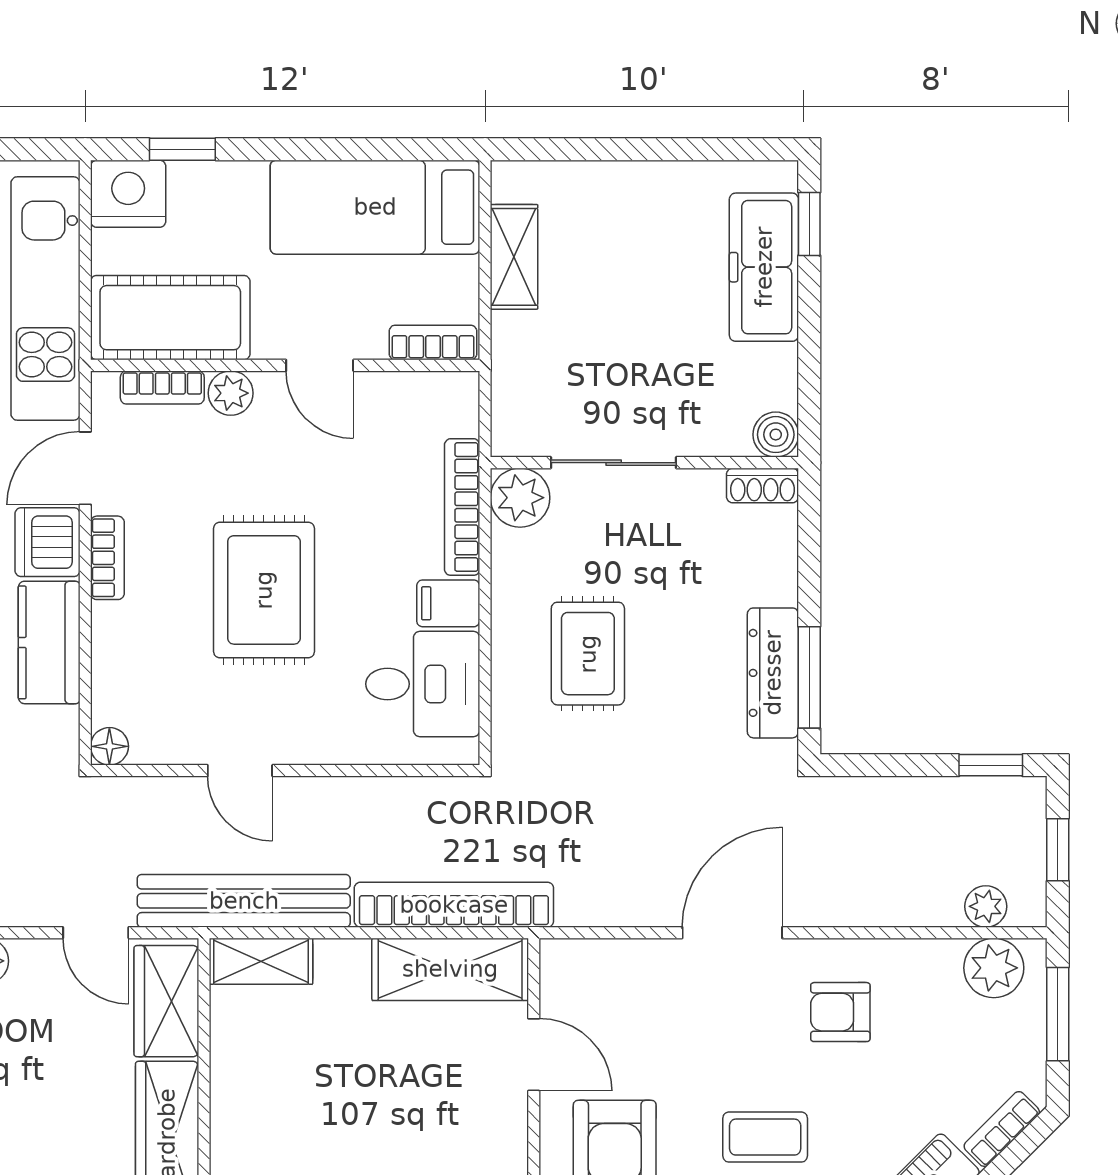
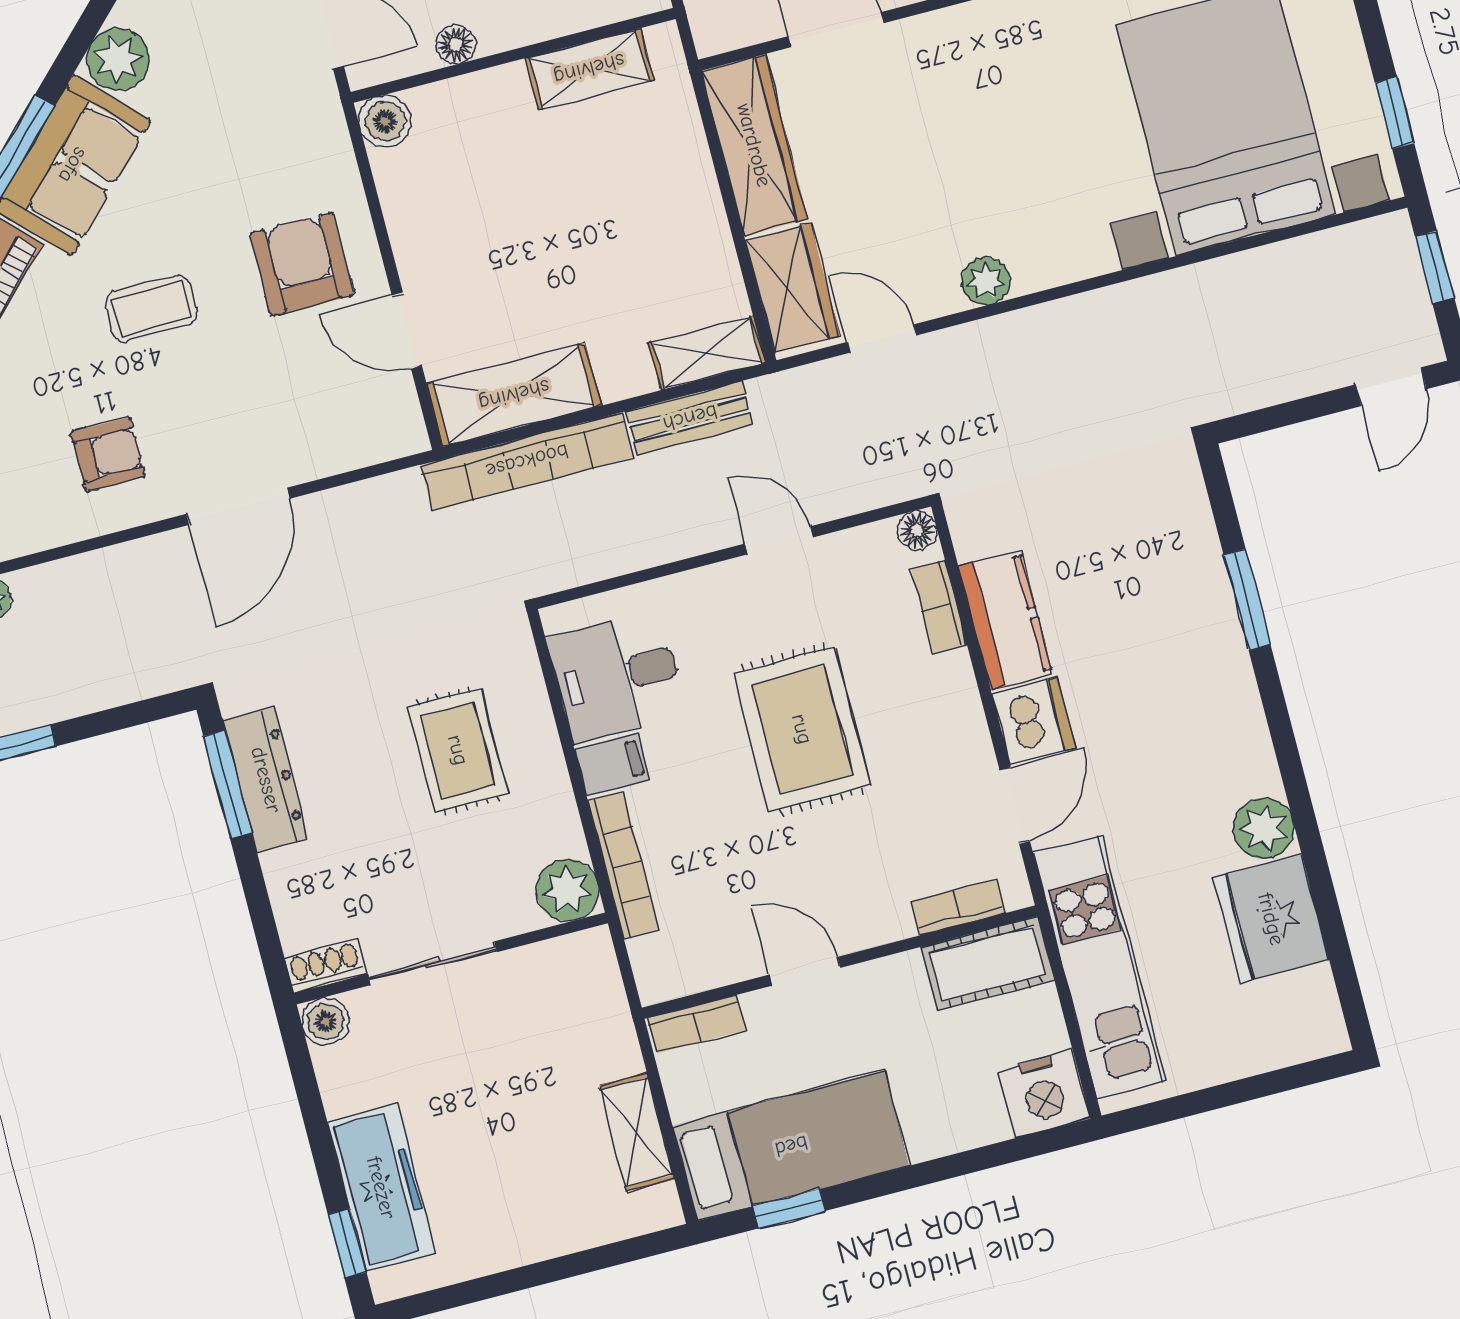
window: (182, 149) -> (789, 1209), moved
cot: (170, 318) -> (987, 964), width x0.73, depth x0.75
plant: (231, 393) -> (888, 920), removed
sliding door: (614, 463) -> (432, 963), moved
bookcase: (107, 558) -> (939, 607), moved
bench: (244, 901) -> (690, 418), width x0.54, depth x0.82

